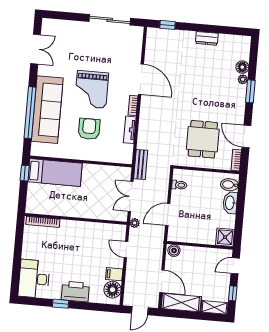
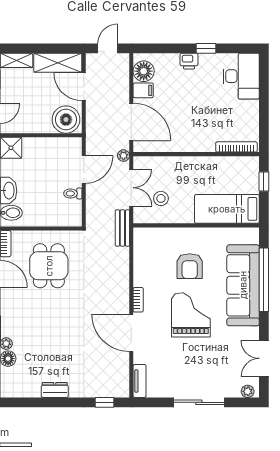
sliding door: (110, 20) -> (199, 402), moved
plant: (51, 24) -> (248, 391), added
tv unit: (130, 130) -> (140, 381), moved
window: (25, 173) -> (264, 182), moved
toilet: (179, 185) -> (73, 193), moved
stool: (108, 186) -> (161, 198), added
door: (126, 250) -> (131, 122), width x1.88
boiler: (174, 251) -> (66, 120), width x1.86, depth x1.86
printer: (75, 291) -> (189, 61), width x0.53, depth x0.68

